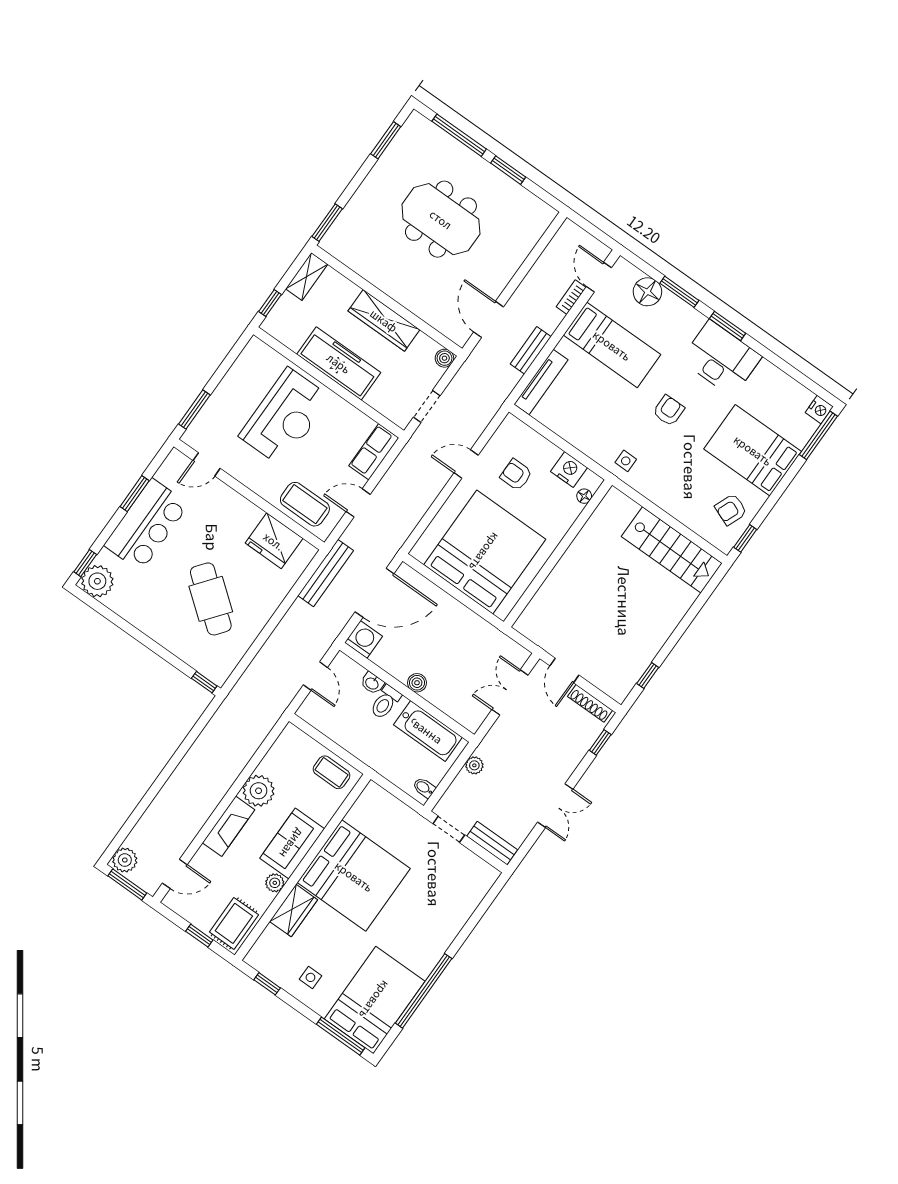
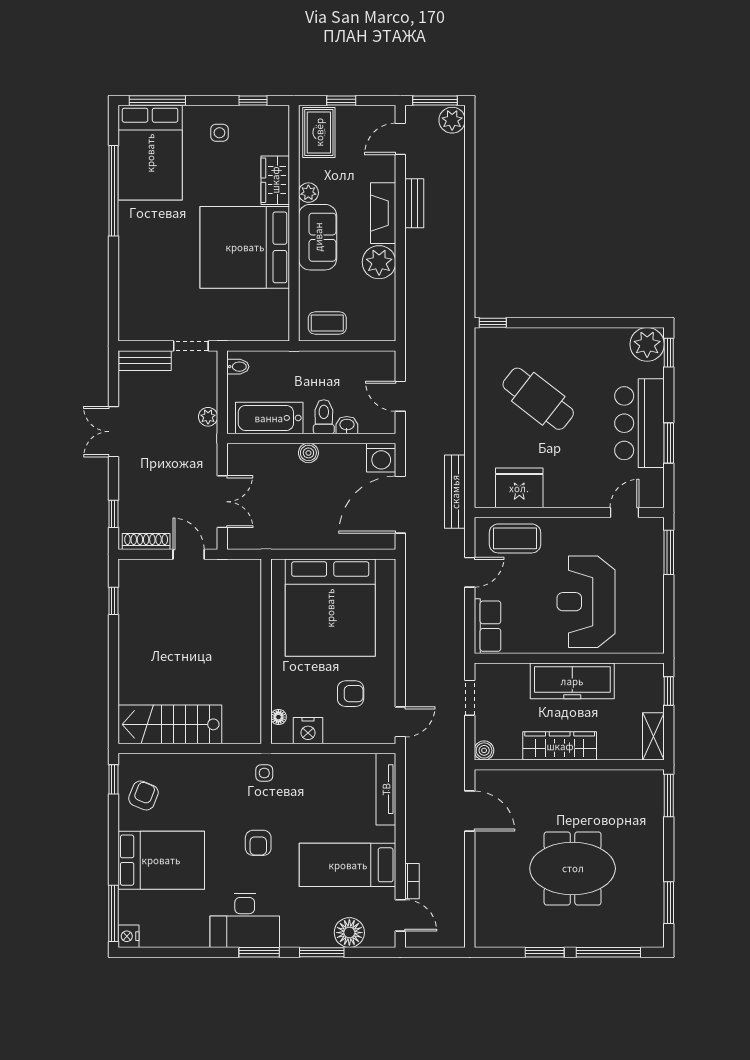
bench: (531, 350) -> (414, 203), moved
door: (466, 464) -> (400, 722), moved

